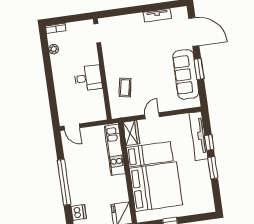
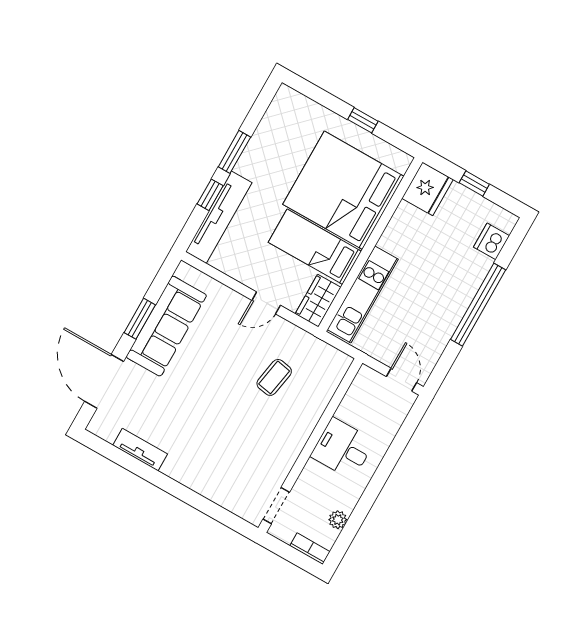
doorway: (97, 33) -> (276, 506), moved
wall: (102, 69) -> (310, 445), moved
desk: (88, 78) -> (343, 449), moved

